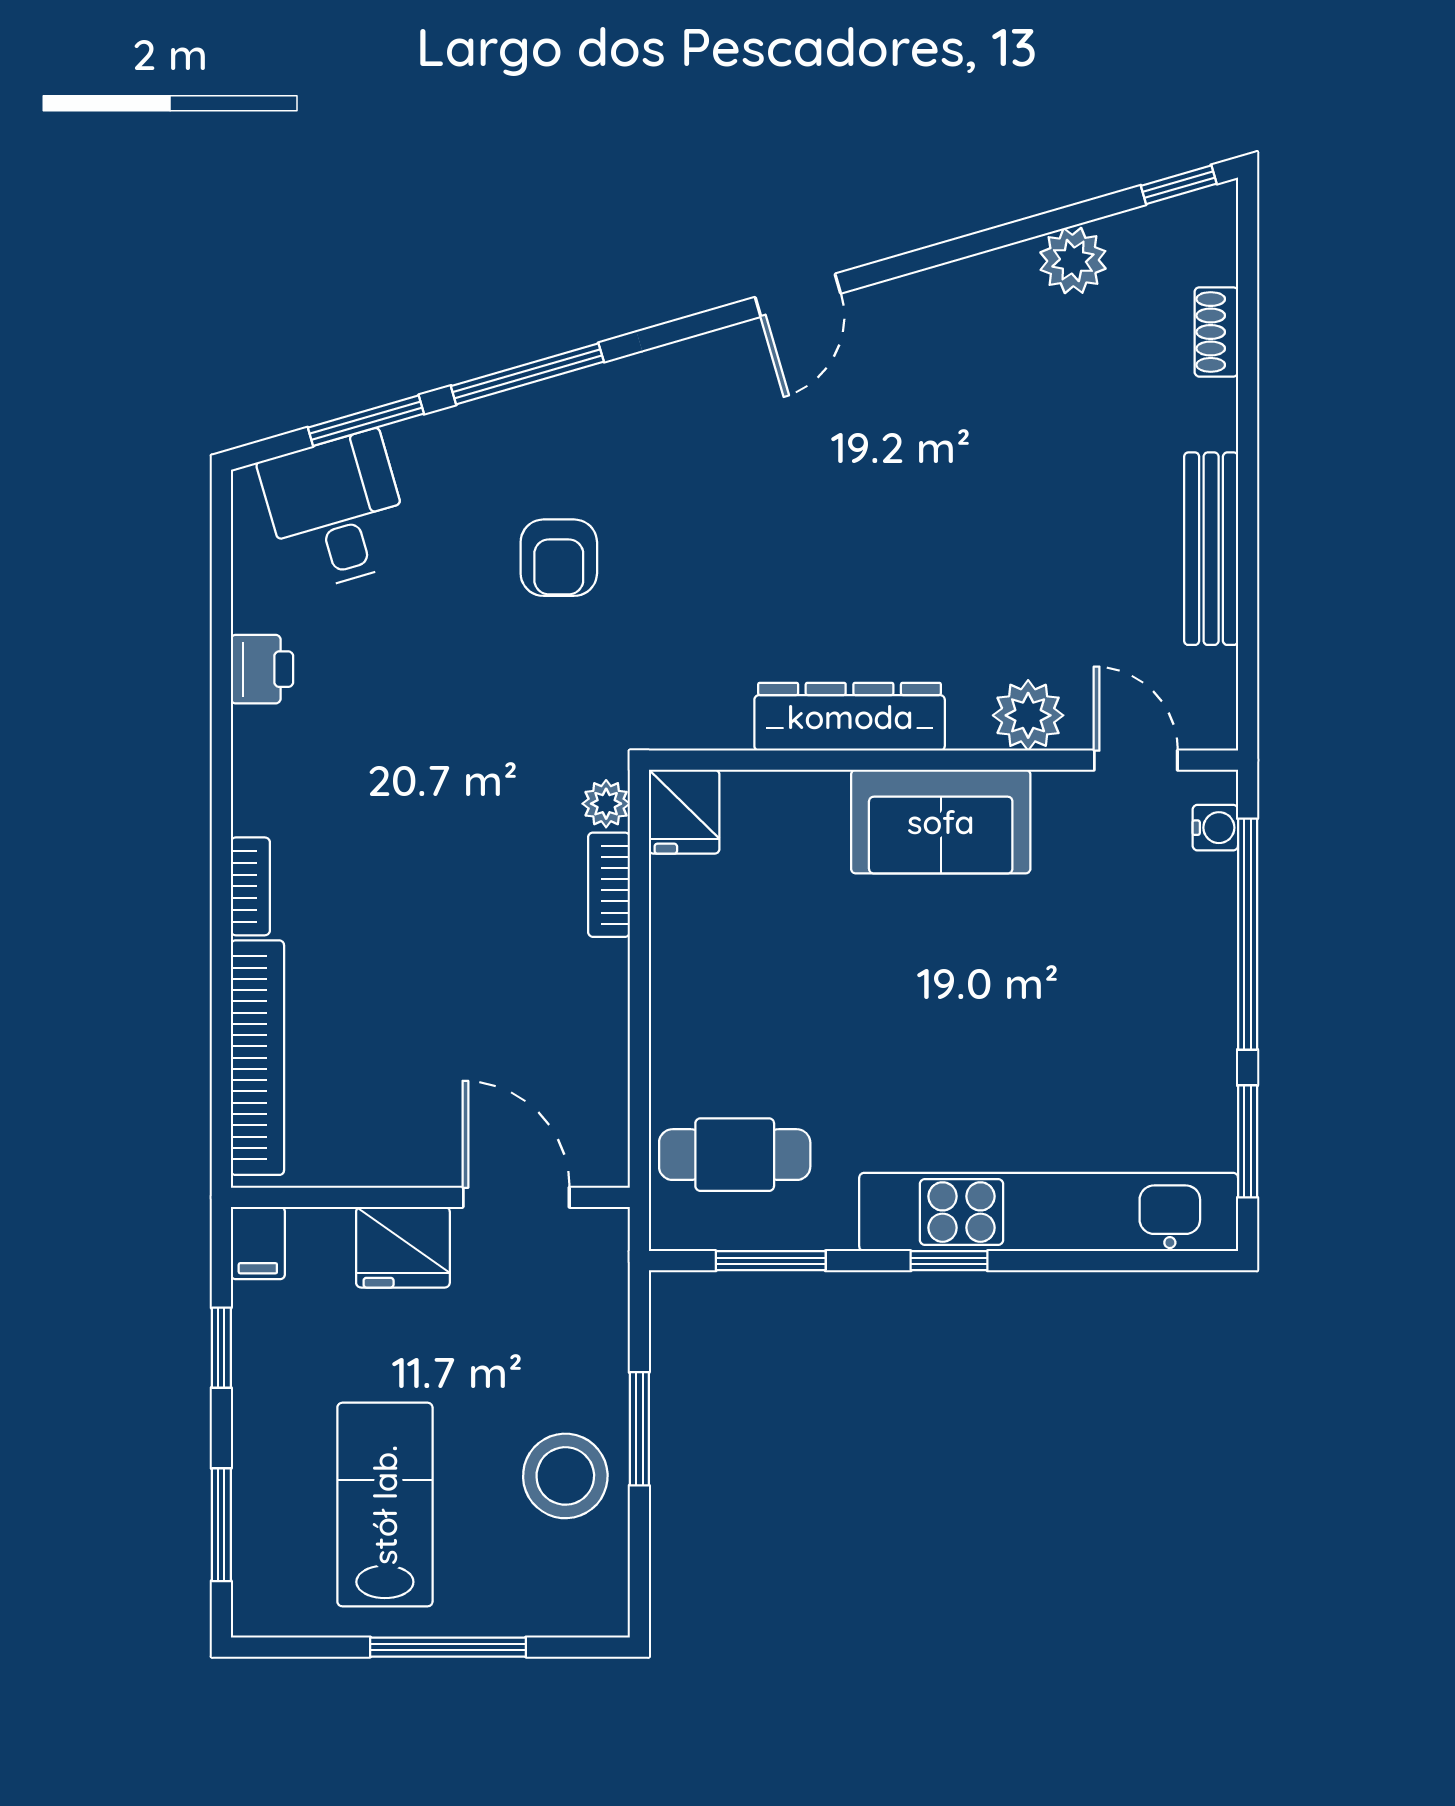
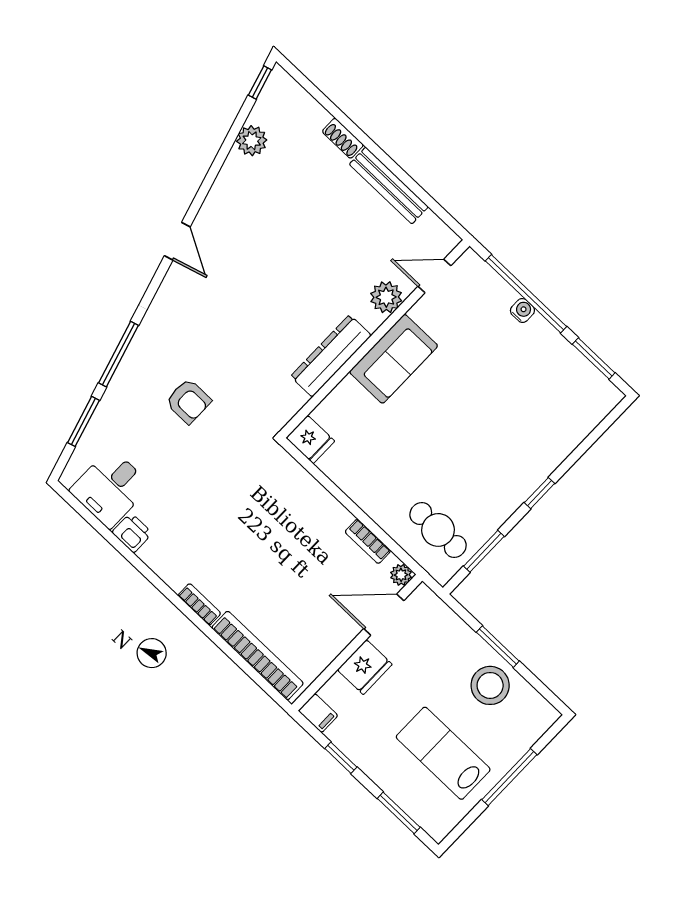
shoe rack: (1216, 332) -> (343, 138), moved
desk: (336, 511) -> (110, 488), moved, turned -74
plant: (606, 804) -> (401, 575), moved
water cooler: (1215, 828) -> (522, 310), moved
bookcase: (609, 885) -> (368, 541), moved
cafe table: (735, 1155) -> (438, 530), turned 90
kitchen unit: (1049, 1212) -> (555, 445), removed

